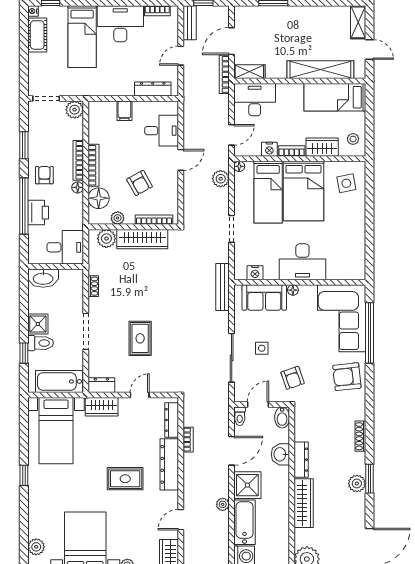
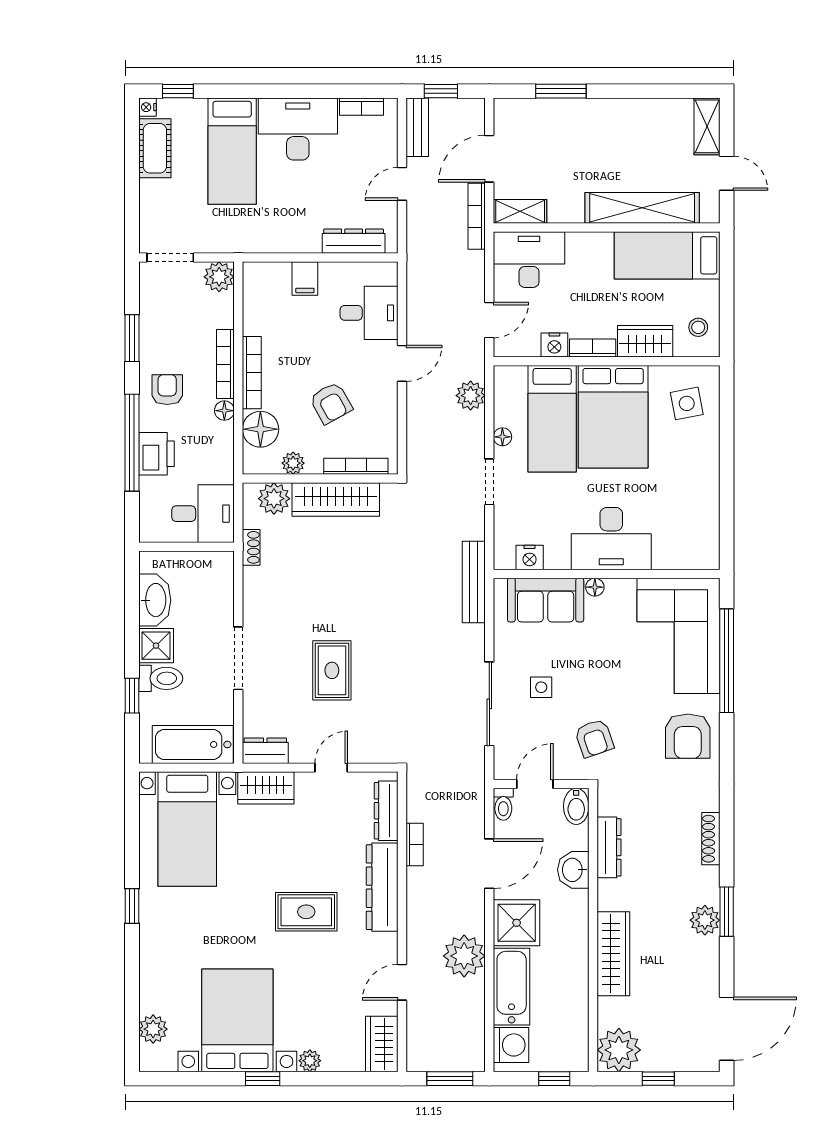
floor lamp: (239, 166) -> (502, 437), moved
washbasin: (43, 278) -> (155, 600), moved, turned -90
shoe rack: (93, 286) -> (251, 547), moved
armchair: (347, 377) -> (688, 736), turned -84
dresser: (301, 460) -> (609, 847), moved
plant: (223, 504) -> (464, 956), width x1.87, depth x1.87

